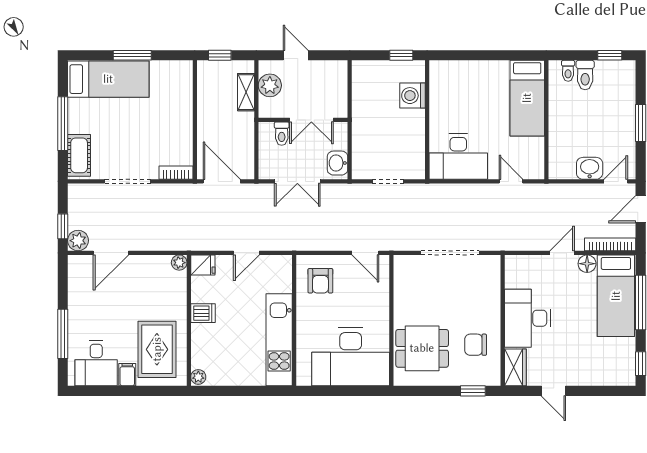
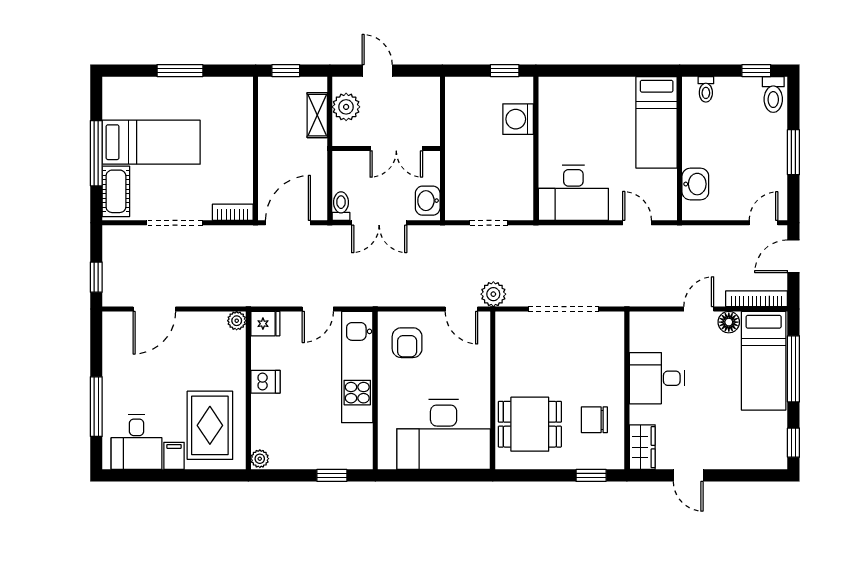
toilet: (585, 75) -> (773, 95), moved
bed: (108, 79) -> (151, 142), moved
toilet: (282, 134) -> (341, 206), moved, turned 180
washbasin: (590, 168) -> (695, 184), moved, turned 90
door: (222, 181) -> (288, 223), hinge flipped
plant: (78, 241) -> (493, 294), moved
desk: (527, 318) -> (657, 378), width x0.73
kitchen unit: (279, 340) -> (357, 367), moved
window: (258, 391) -> (332, 475), added

